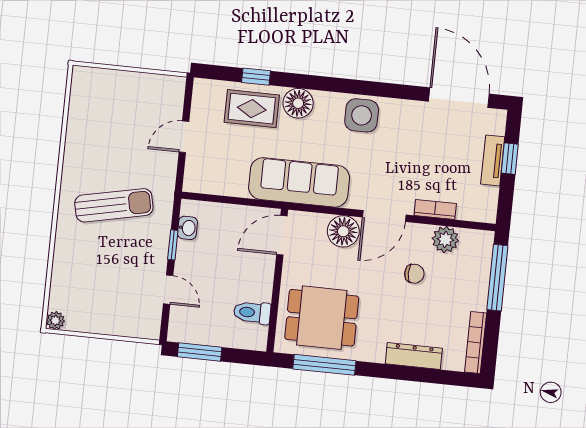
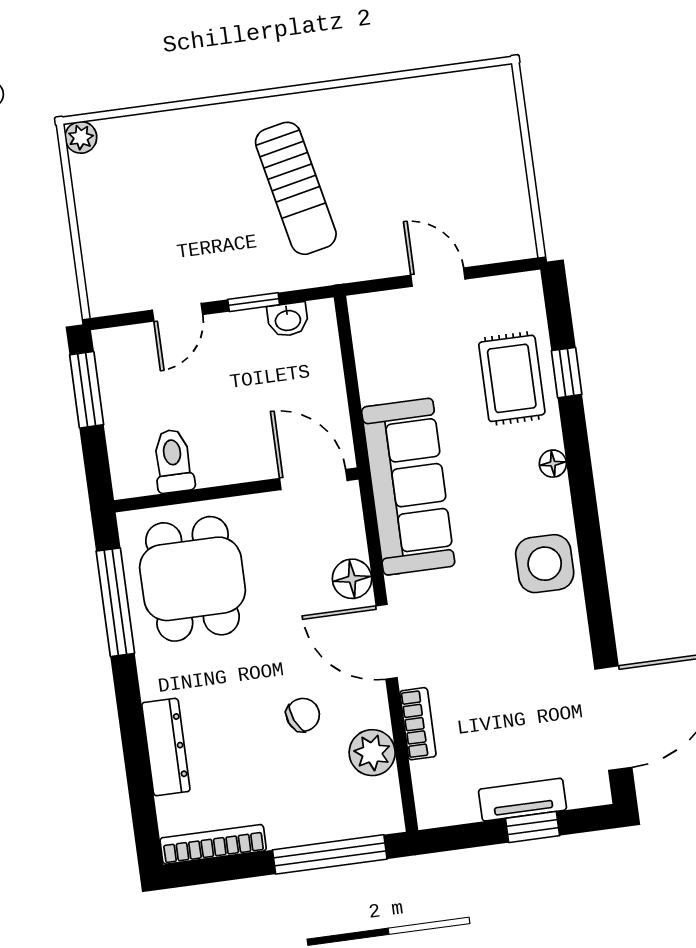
floor lamp: (298, 103) -> (553, 464), width x0.53, depth x0.53
floor lamp: (343, 231) -> (352, 579), width x0.73, depth x0.73
chair: (414, 274) -> (303, 715), turned -113

